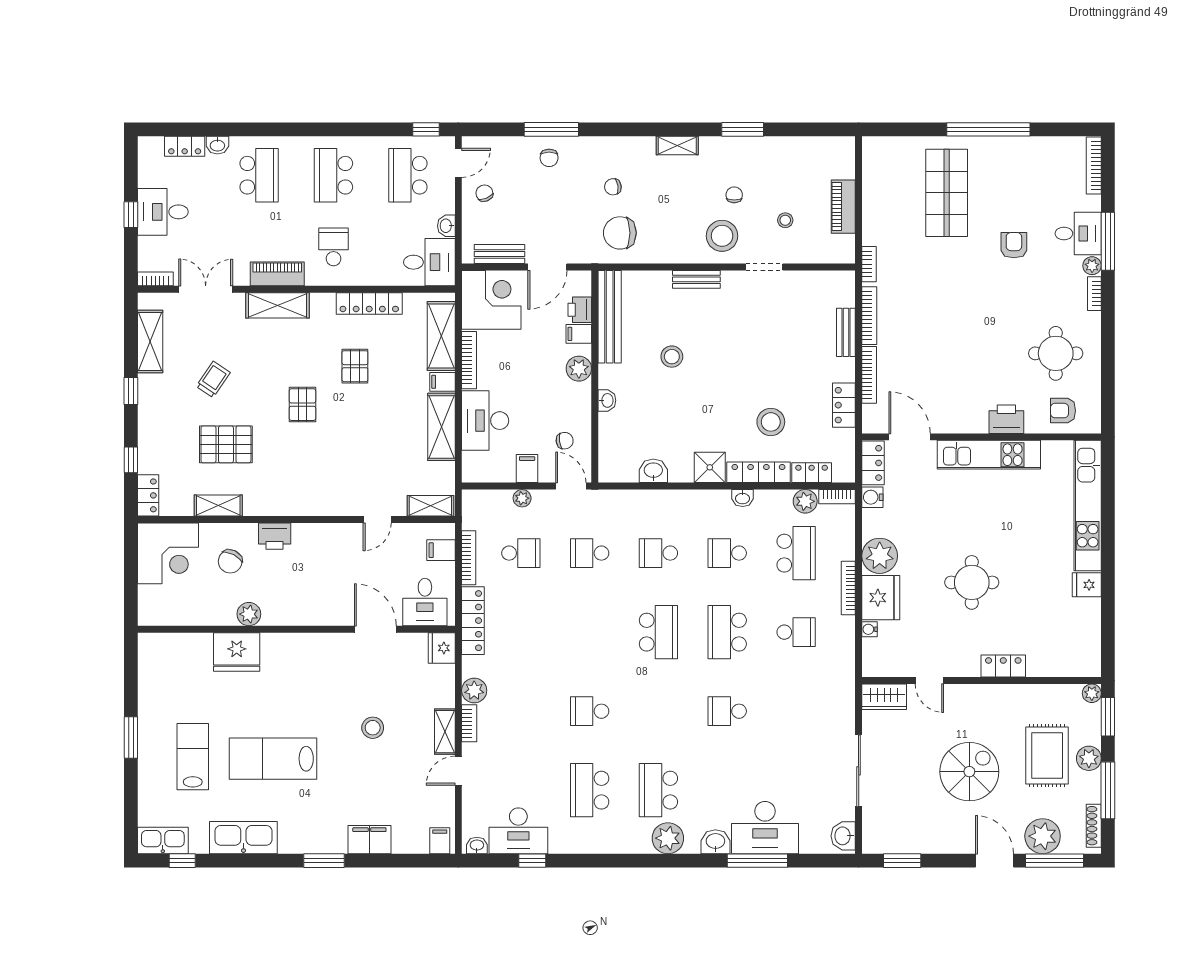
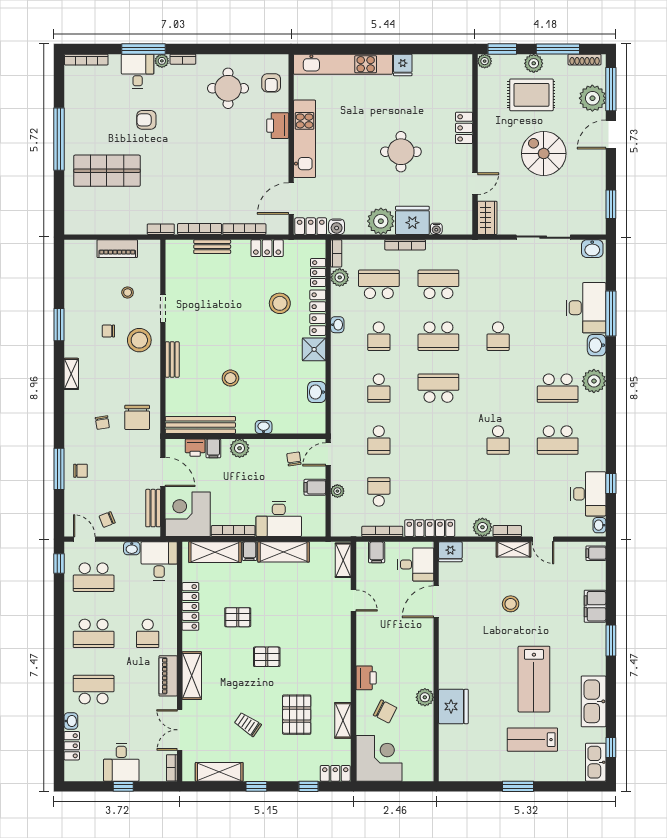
school desk: (333, 247) -> (148, 633), turned -90
school desk: (796, 632) -> (438, 284), width x1.85

